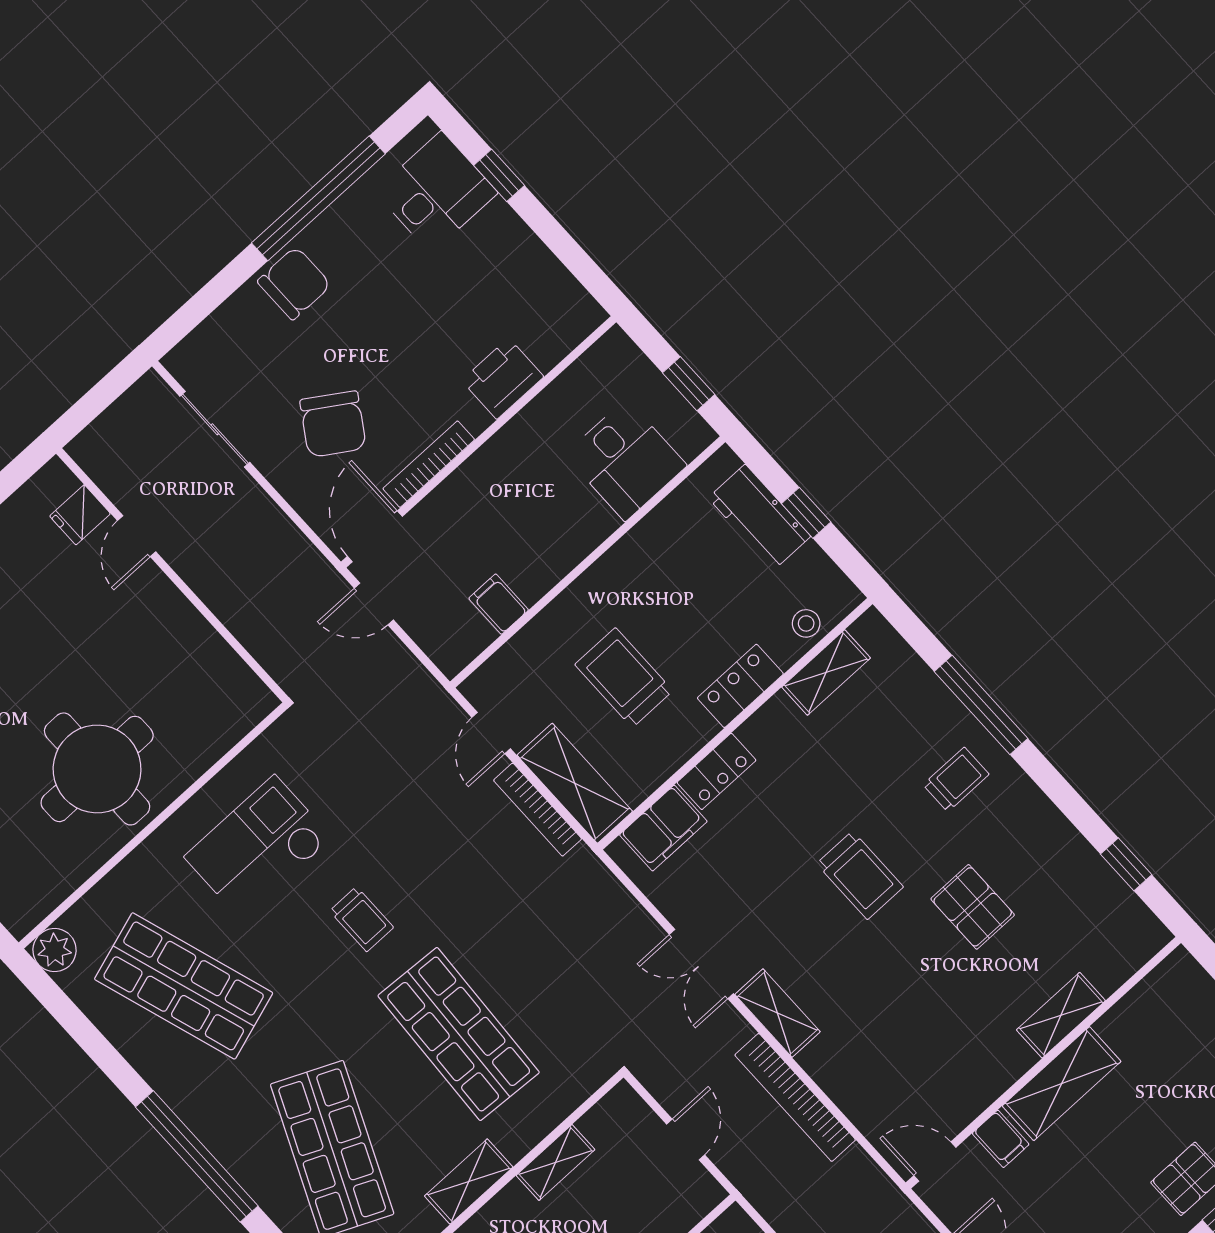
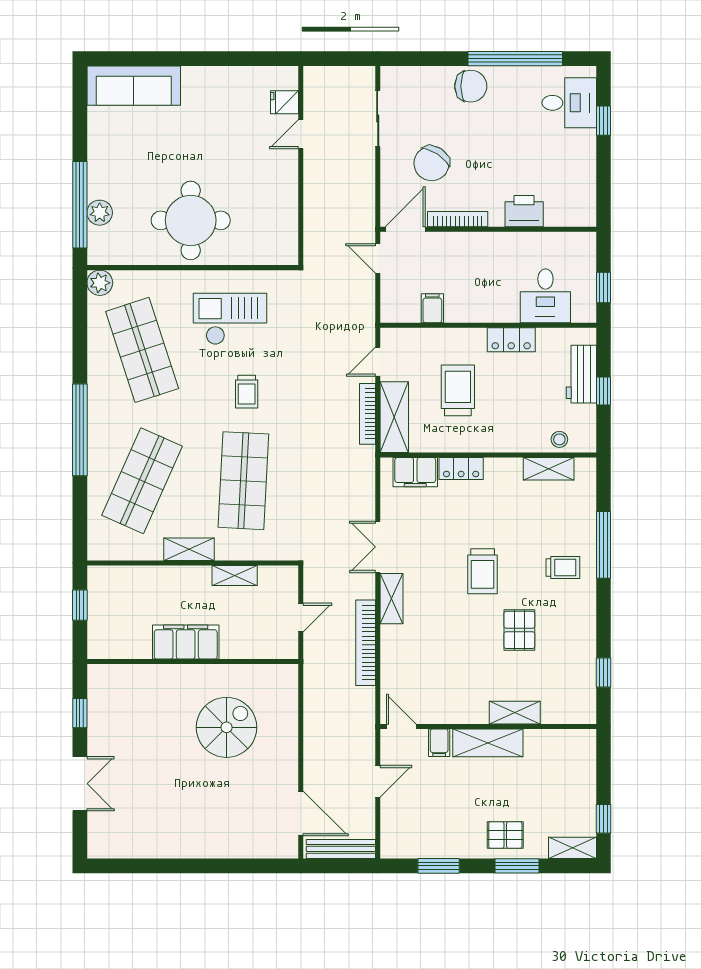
locker: (740, 686) -> (511, 340), moved, turned 180

